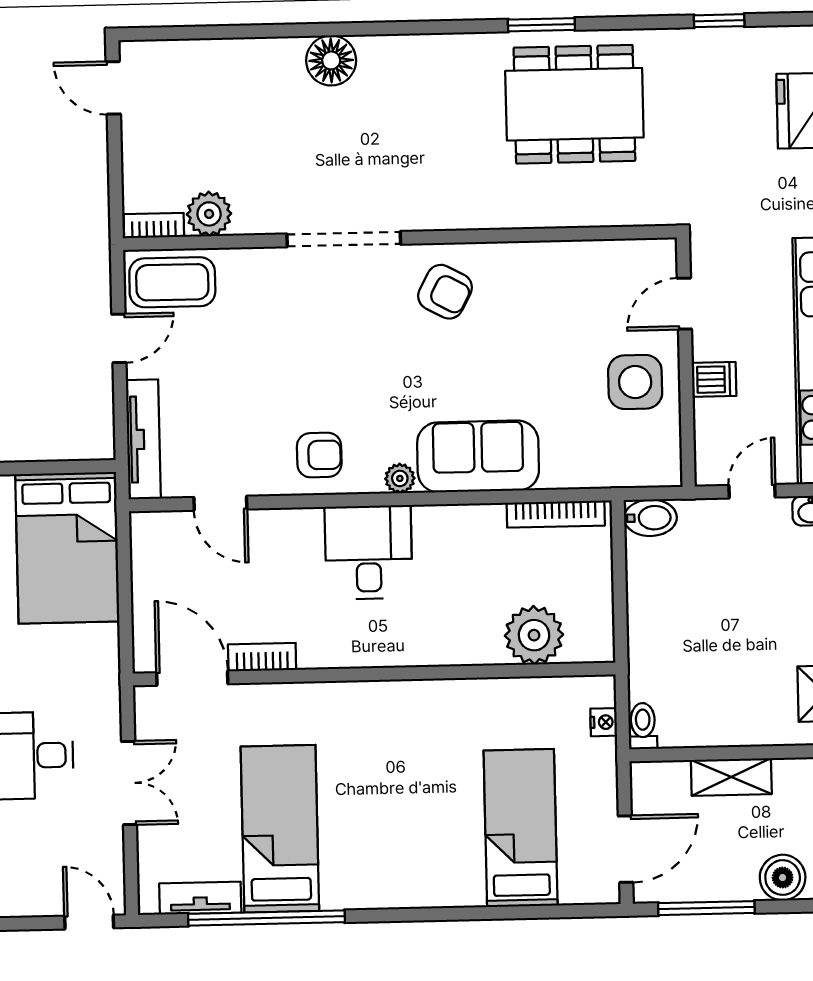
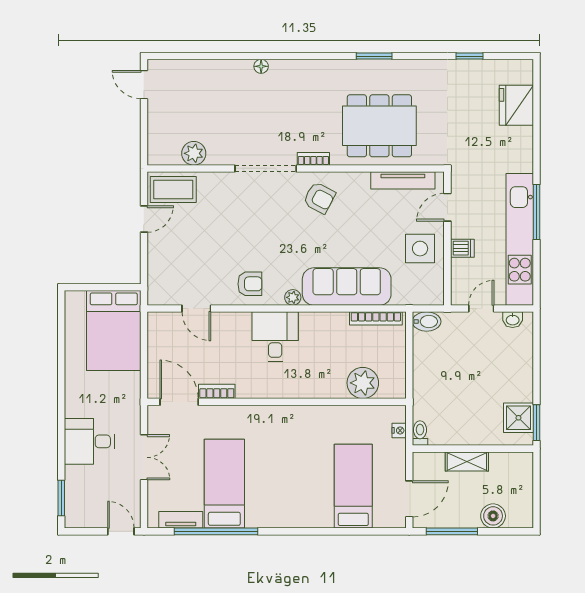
floor lamp: (331, 60) -> (261, 66), width x0.53, depth x0.53
dining table: (574, 104) -> (379, 126), moved
bookcase: (154, 226) -> (313, 159), moved
tv unit: (143, 439) -> (403, 180), moved, turned 90
sofa: (478, 456) -> (347, 287), width x1.36

